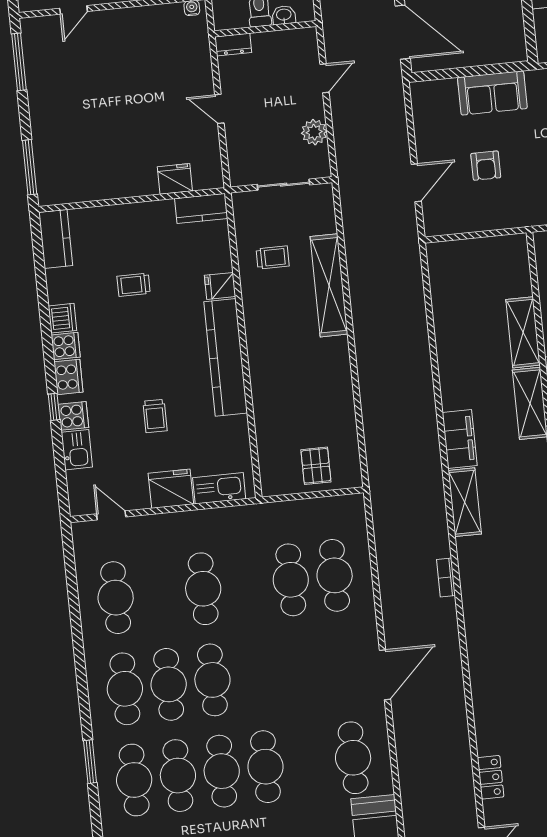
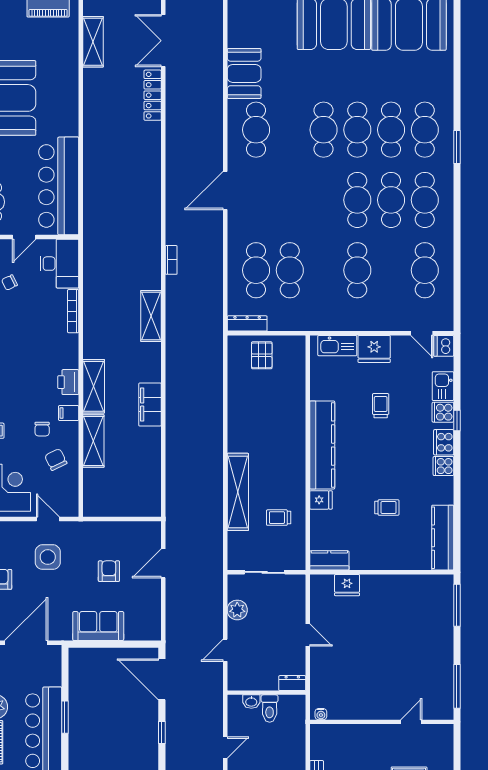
kitchen counter: (56, 239) -> (443, 538), width x1.50
dishwasher: (62, 318) -> (444, 346), moved
filing cabinet: (460, 439) -> (150, 405), moved
dresser: (339, 505) -> (247, 323), added
locker: (491, 777) -> (153, 95), width x1.53

